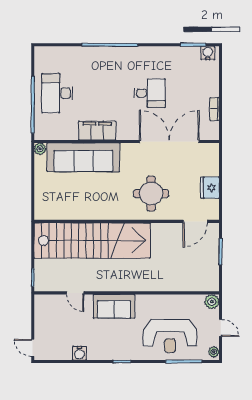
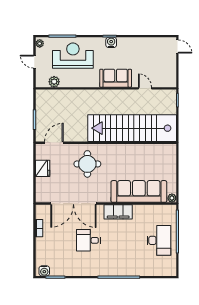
filing cabinet: (97, 131) -> (118, 212), moved
plant: (212, 302) -> (54, 82), moved
water cooler: (79, 353) -> (111, 42), moved

